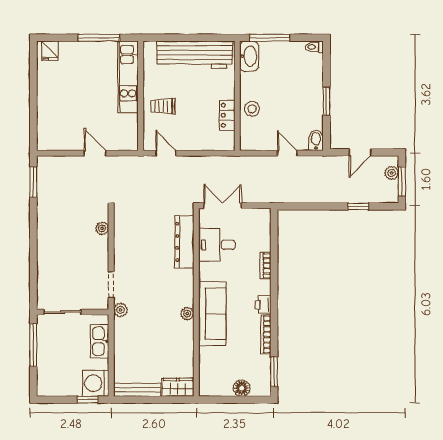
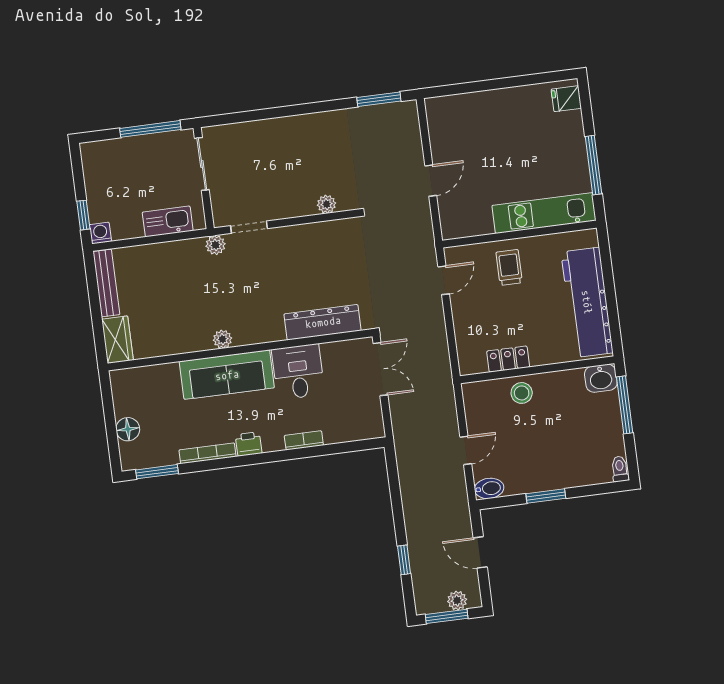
washbasin: (249, 56) -> (601, 378), width x0.72
desk: (217, 245) -> (298, 372), moved
washing machine: (95, 383) -> (100, 233), width x0.53, depth x0.53

